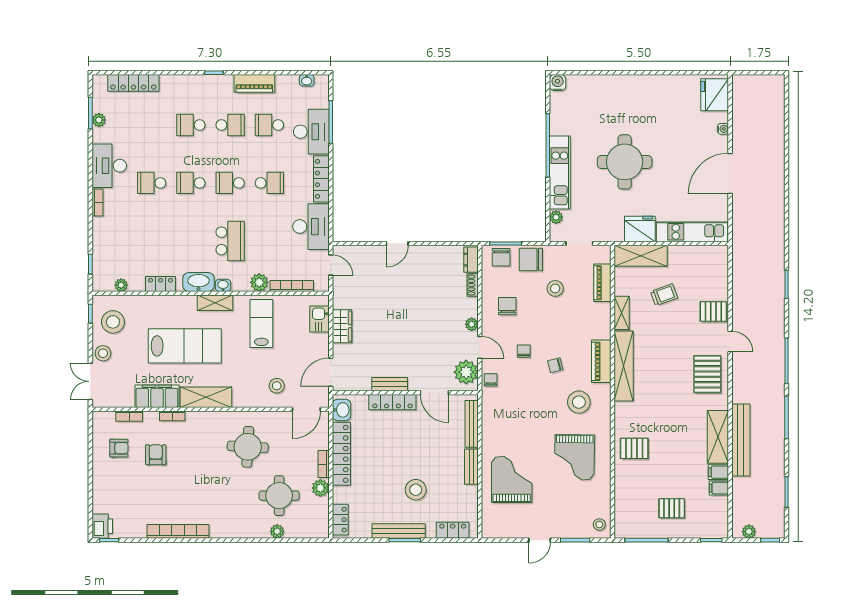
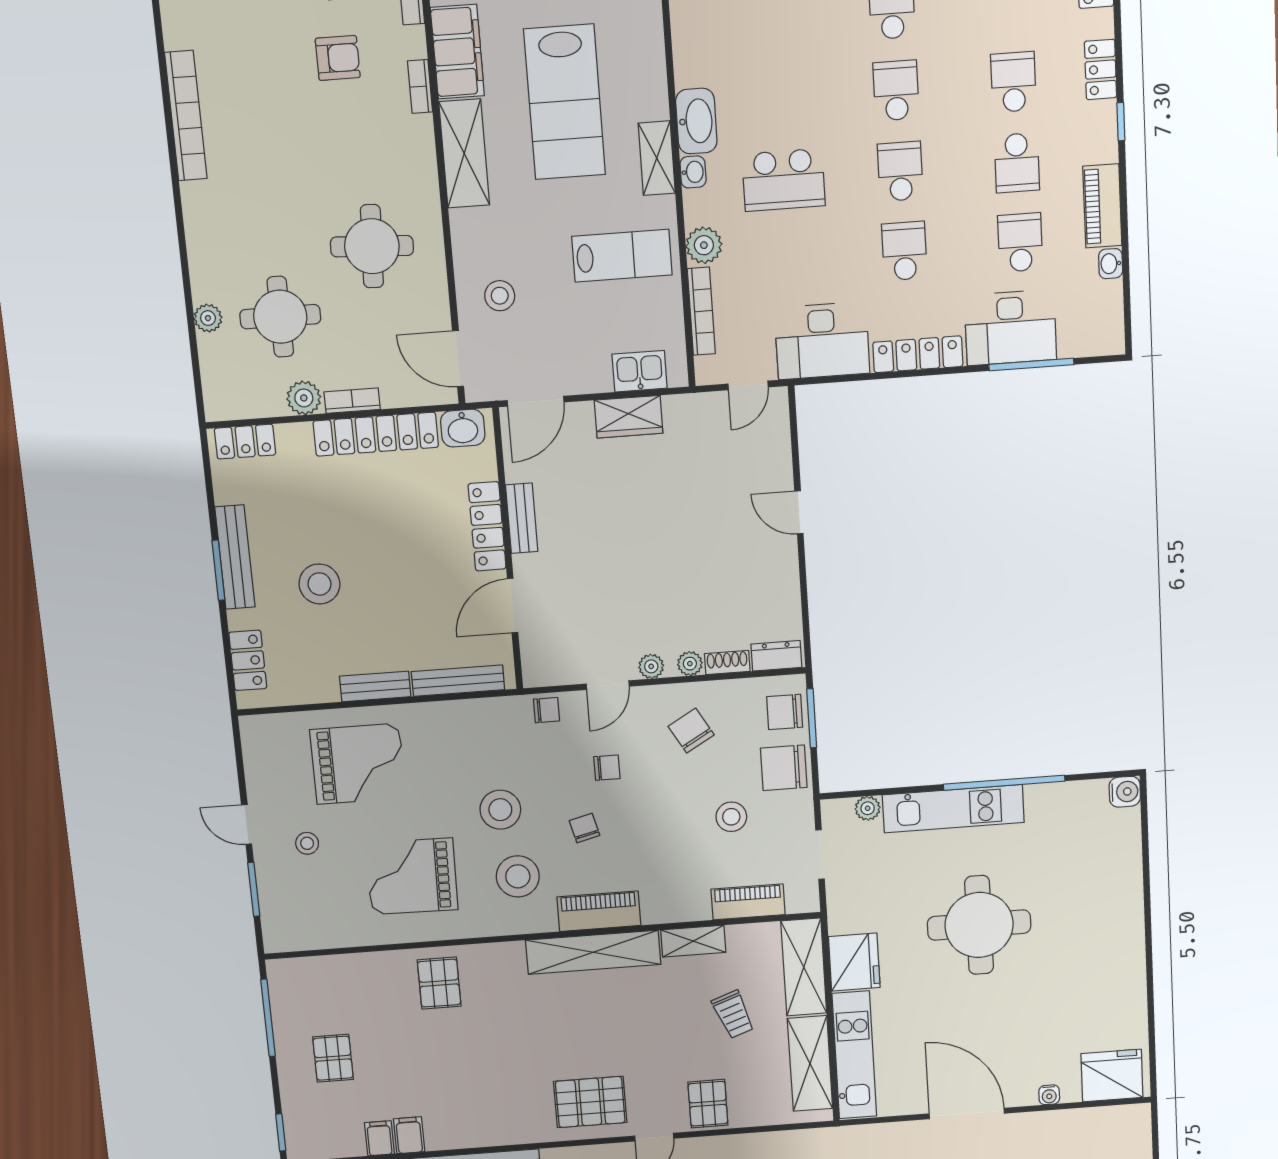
washbasin: (307, 80) -> (1111, 264), moved
school desk: (269, 183) -> (904, 251), turned 180
chair: (531, 260) -> (784, 768), turned -90
locker: (161, 284) -> (1101, 69), moved, turned 180
chair: (507, 306) -> (691, 731), turned -120
door: (331, 372) -> (536, 401), swing flipped
plant: (466, 372) -> (690, 664), moved, width x0.53, depth x0.53
stool: (542, 408) -> (500, 810), added
shelving: (718, 437) -> (810, 1063), moved, turned 90
stool: (599, 525) -> (307, 843), moved

